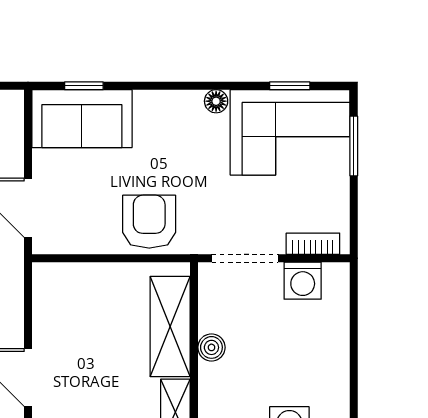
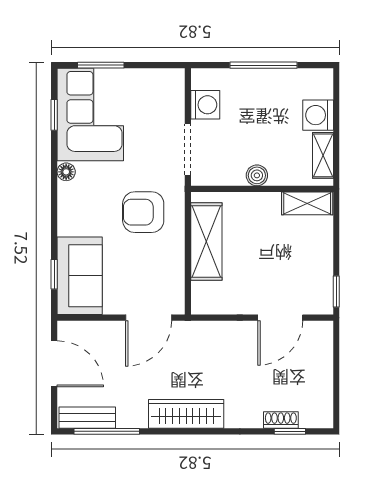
armchair: (149, 222) -> (143, 212), moved
bookcase: (313, 244) -> (177, 97), removed
shelving: (170, 327) -> (206, 241), moved, turned 90
window: (354, 356) -> (263, 65), added

